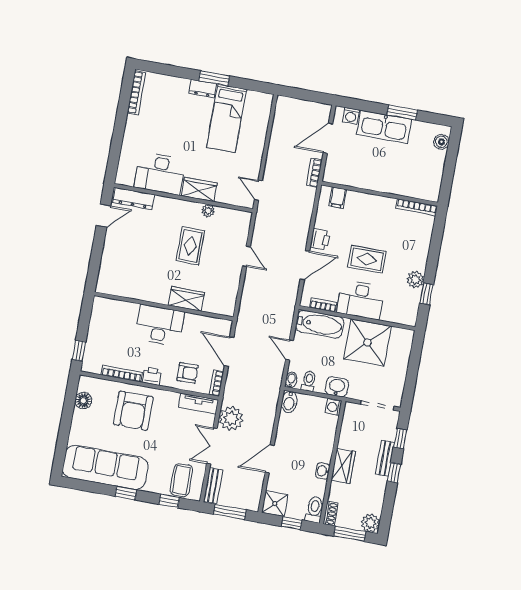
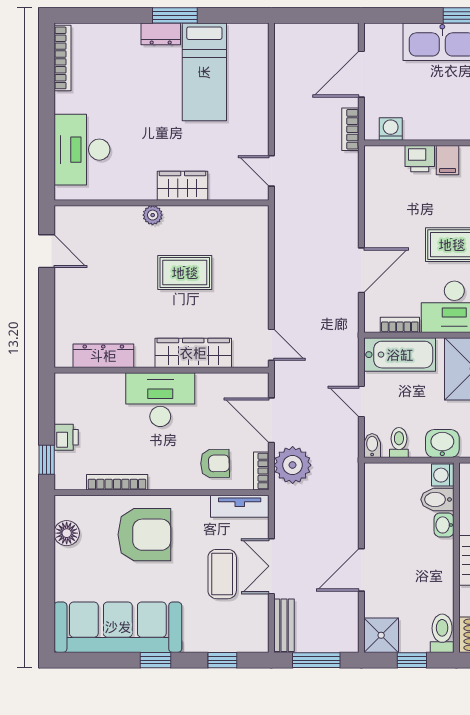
washing machine: (351, 116) -> (391, 129), moved, turned 180
desk: (160, 173) -> (82, 150), moved, turned 90
filing cabinet: (338, 197) -> (448, 160), moved
dresser: (134, 199) -> (103, 356), moved, turned 180
plant: (208, 211) -> (153, 215), moved
door: (103, 216) -> (47, 251), hinge flipped
printer: (320, 239) -> (420, 159), moved, turned 90
rug: (190, 246) -> (185, 273), turned 90
door: (246, 256) -> (271, 345), moved
wardrobe: (186, 299) -> (193, 353), width x1.50
printer: (152, 376) -> (66, 437), moved, turned 90
bidet: (289, 402) -> (437, 499), moved, turned 90
armchair: (133, 411) -> (144, 535), turned -90
plant: (231, 418) -> (293, 465), moved
washbasin: (323, 471) -> (444, 525), moved
coffee table: (181, 480) -> (222, 574), moved

